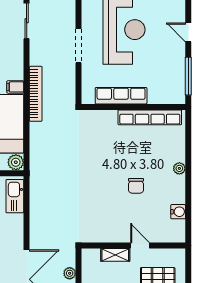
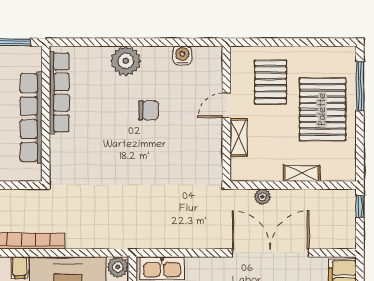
row of seats: (121, 96) -> (31, 118), width x1.36
plant: (179, 168) -> (126, 61), width x1.87, depth x1.87

